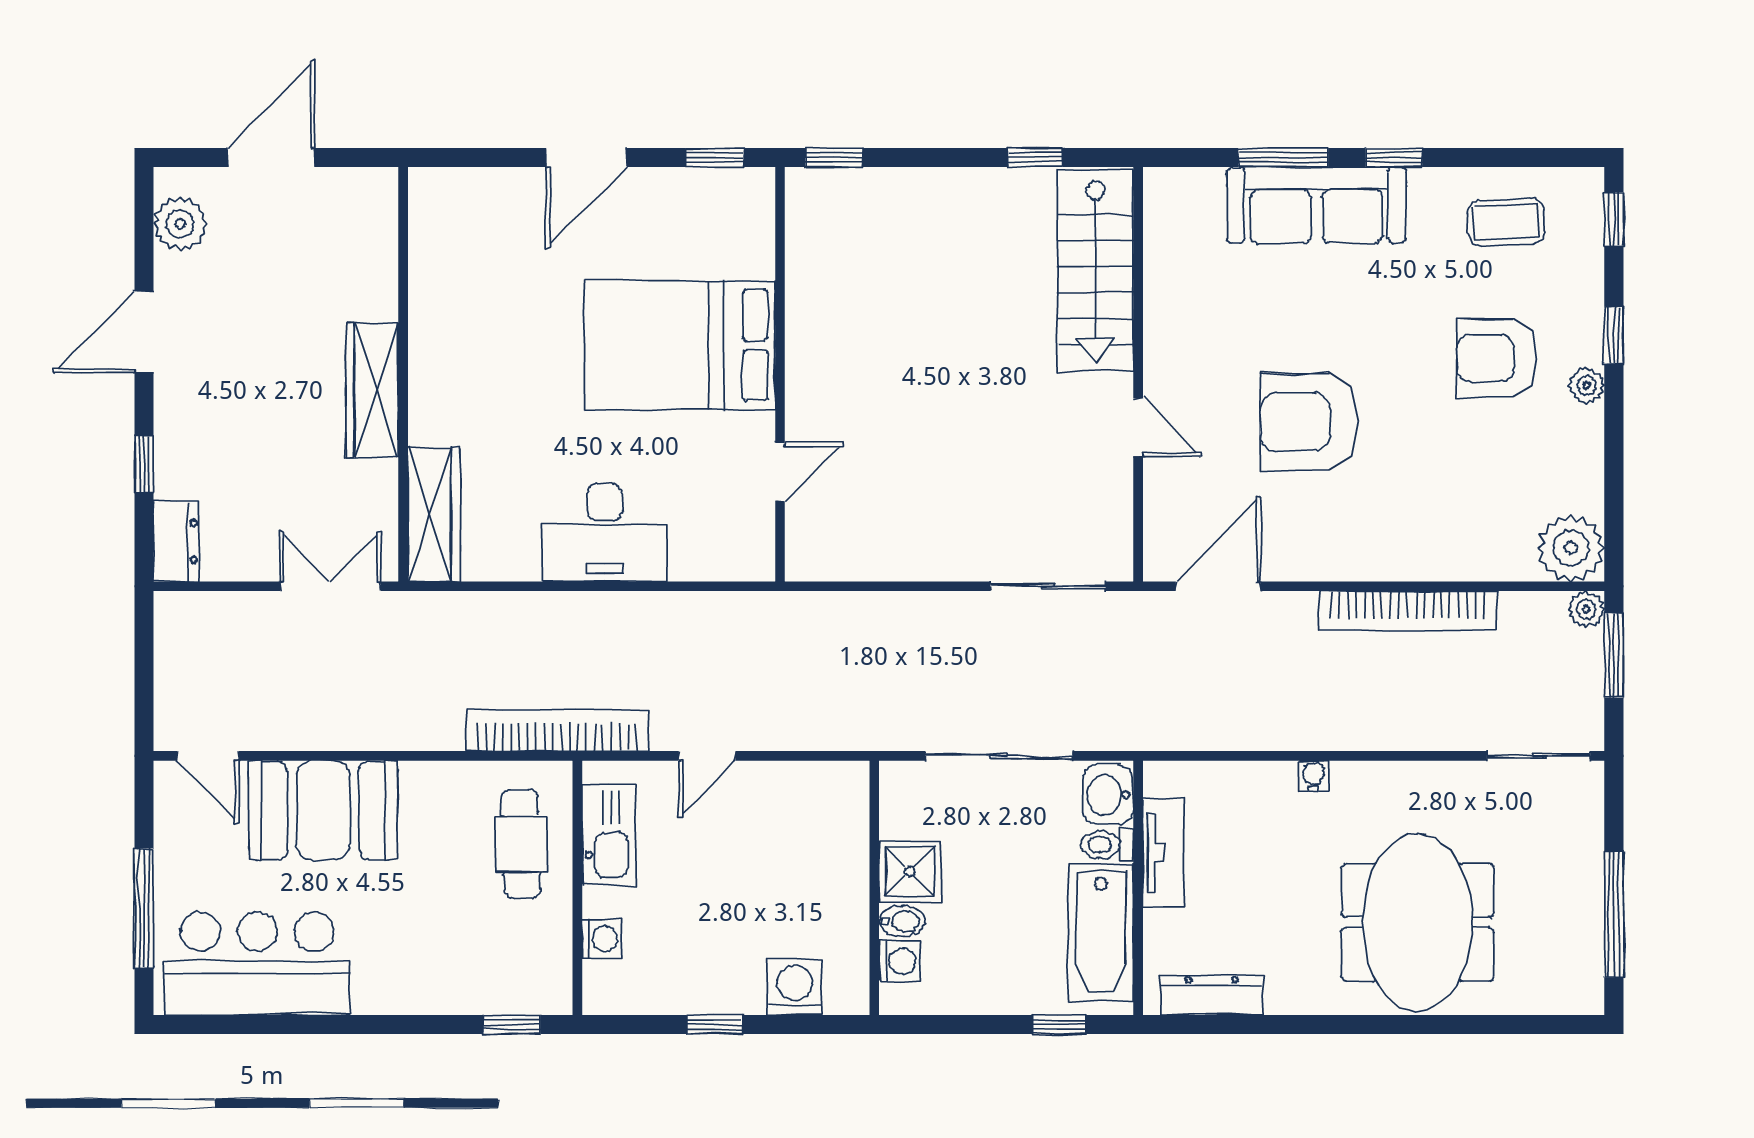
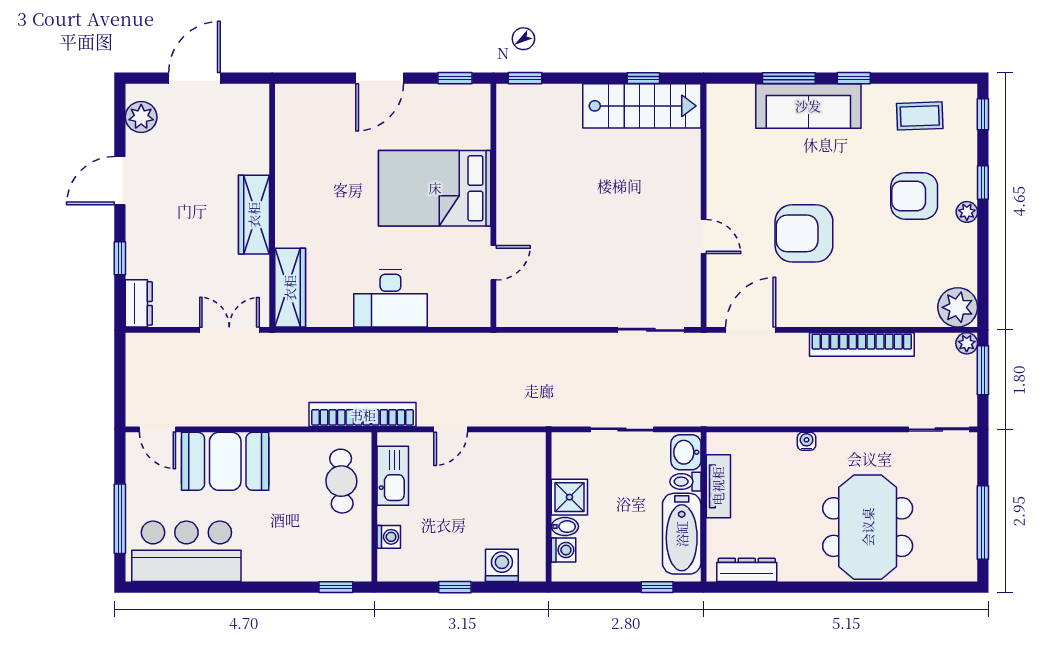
stairs: (1095, 271) -> (642, 106), moved, turned -90
sliding door: (999, 756) -> (622, 429), width x0.73

